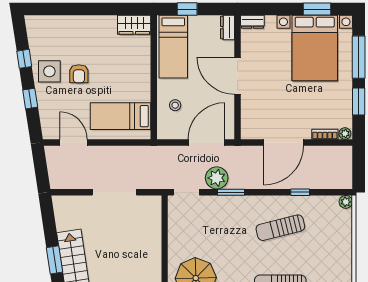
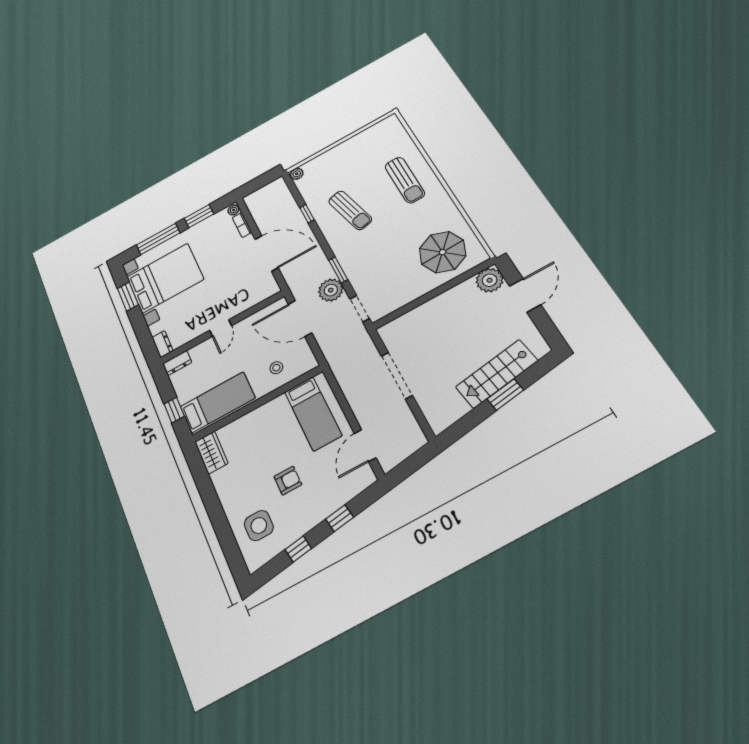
side table: (49, 71) -> (259, 526), moved
door: (238, 76) -> (221, 328), width x0.53

